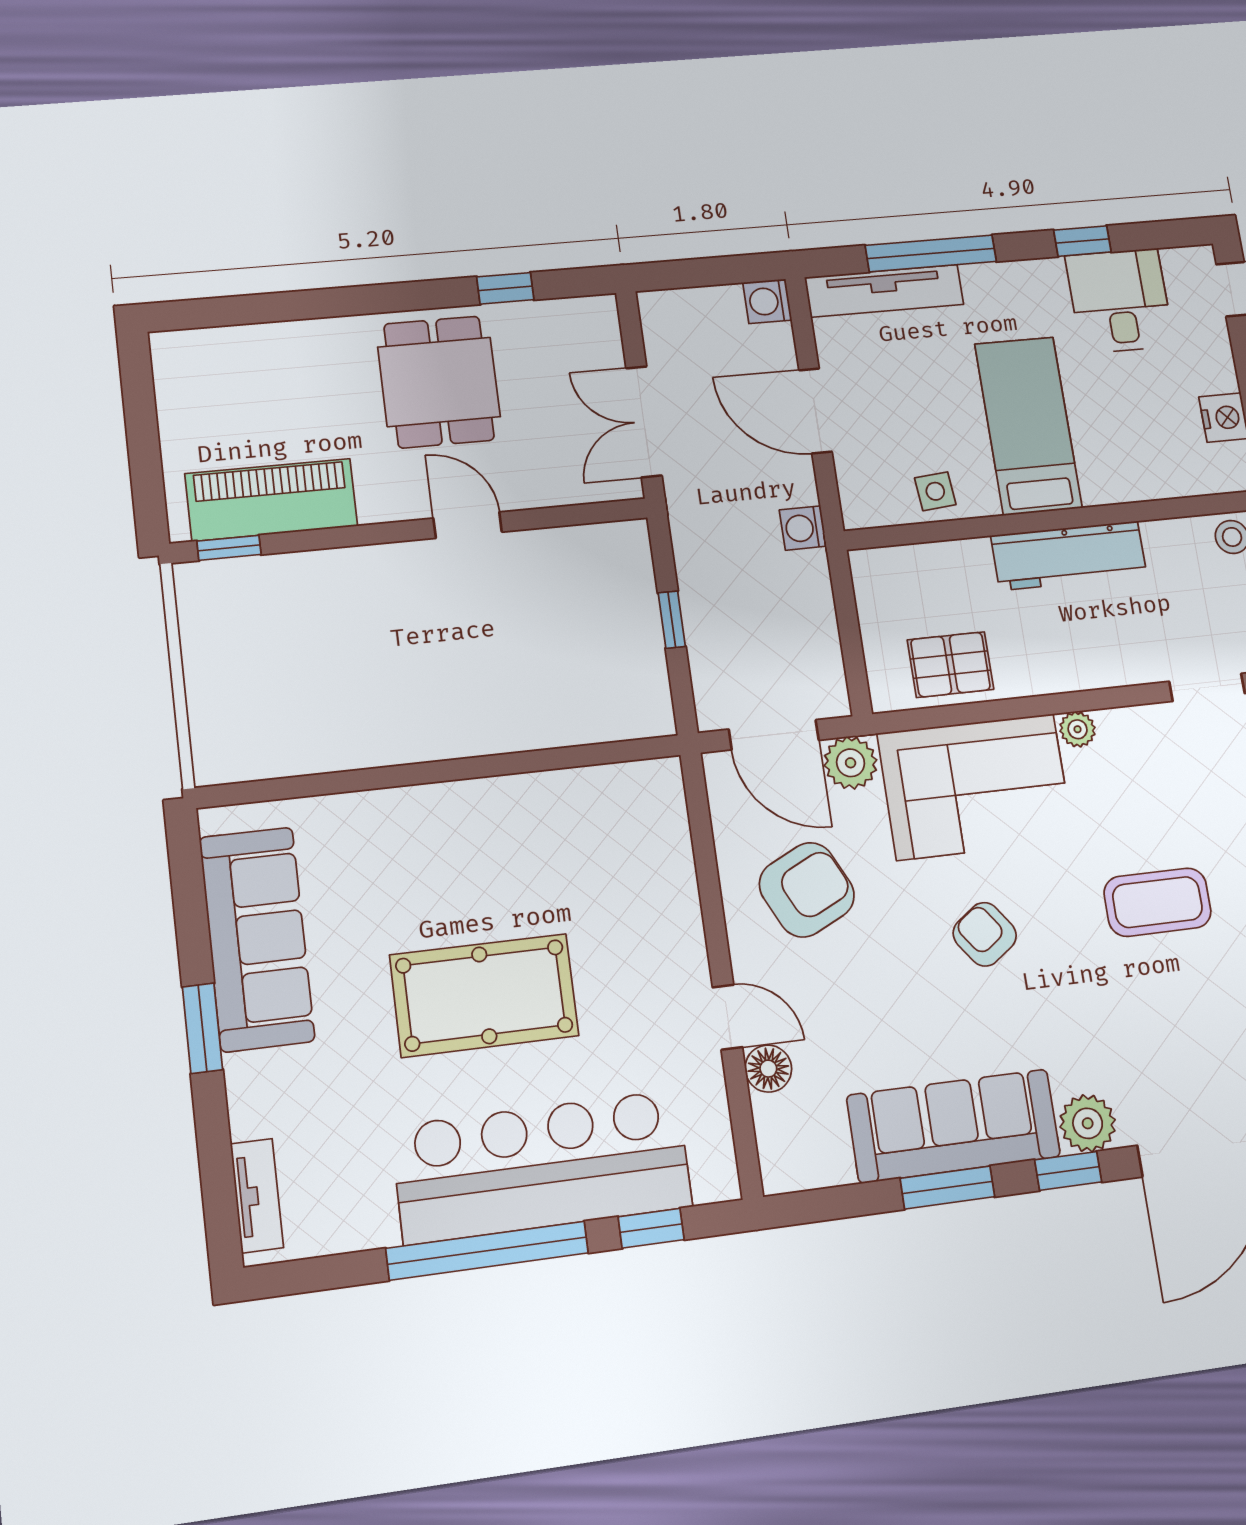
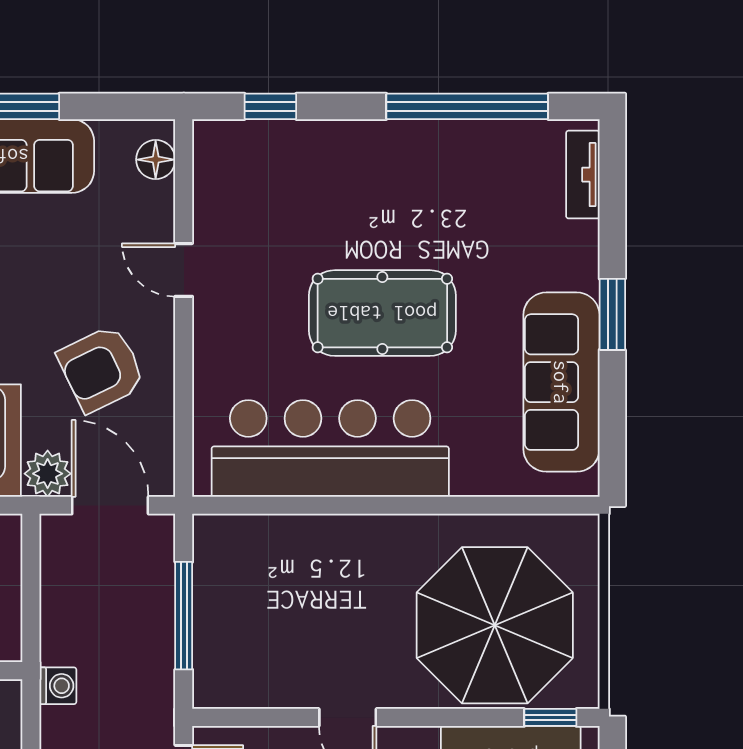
window: (672, 620) -> (184, 616), width x2.17
parasol: (307, 646) -> (495, 625), added
floor lamp: (768, 1069) -> (156, 160), moved
bar counter: (542, 1167) -> (330, 448), moved, turned 180
window: (487, 1251) -> (467, 106), moved

